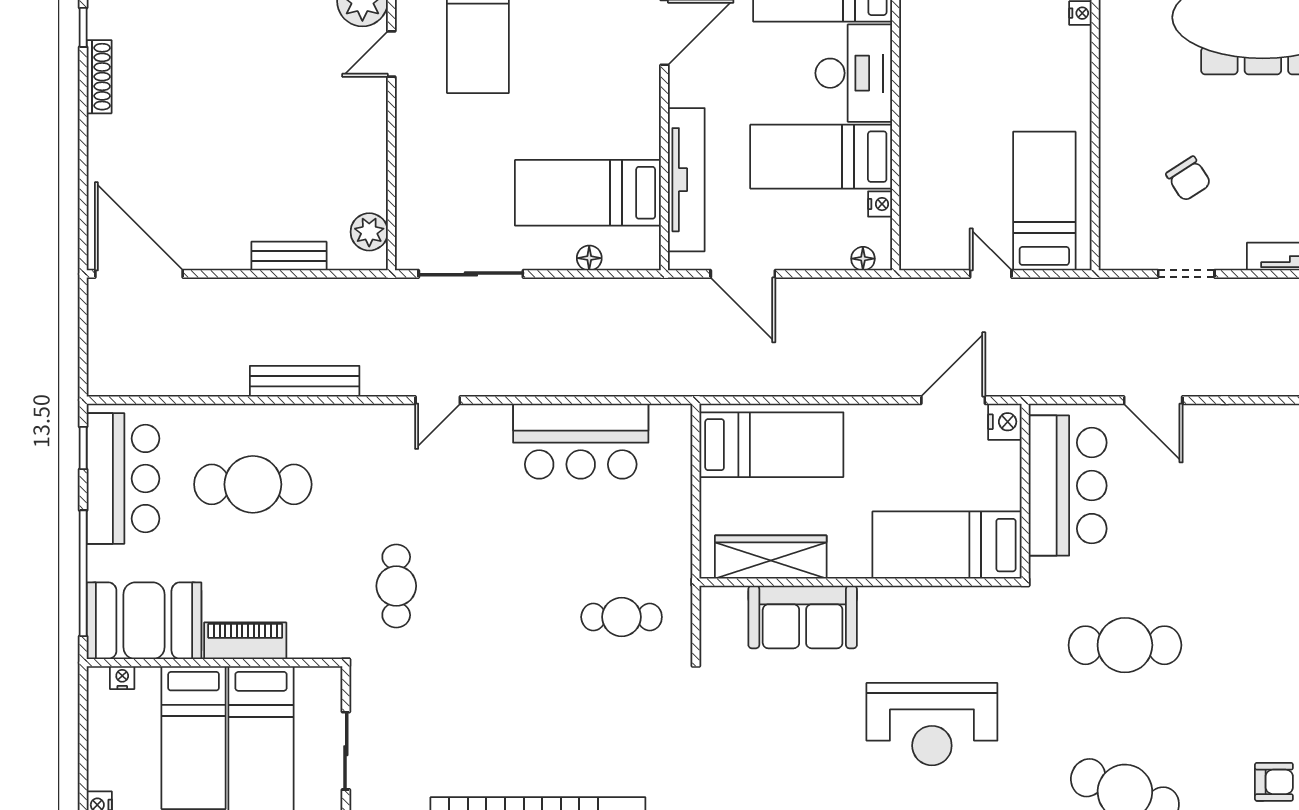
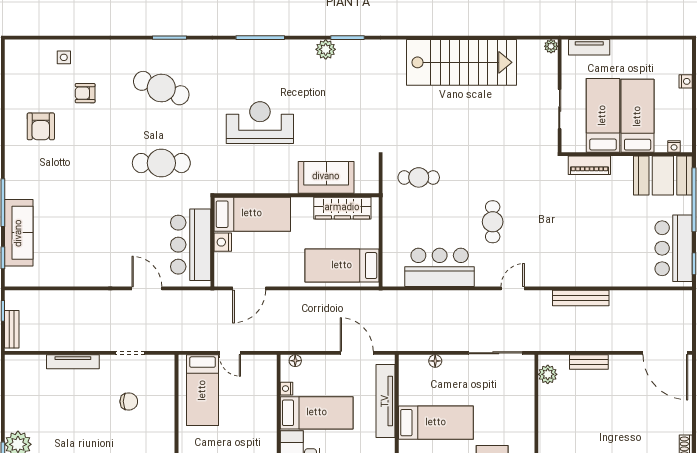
chair: (1189, 179) -> (129, 401), turned 123
bed: (588, 193) -> (436, 423), moved
nightstand: (1005, 422) -> (223, 242), moved
cafe table: (253, 484) -> (607, 245), removed
cafe table: (396, 586) -> (493, 222), moved
piano: (245, 641) -> (589, 165), moved

